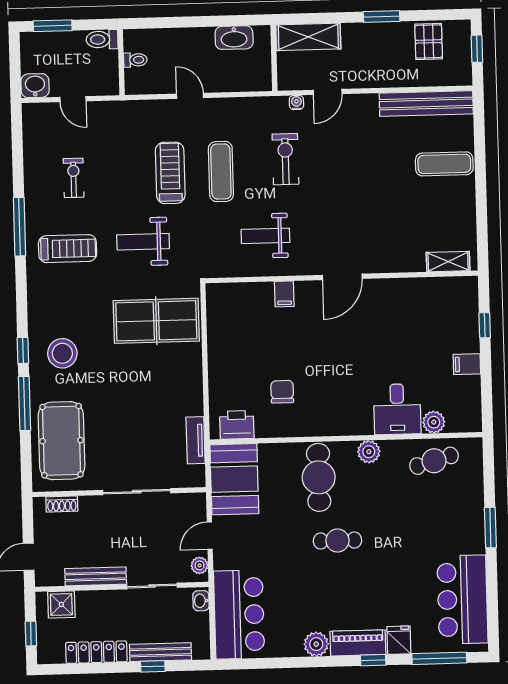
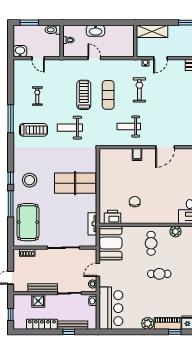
washbasin: (234, 38) -> (96, 31), moved
table tennis table: (156, 321) -> (75, 183), moved
cafe table: (319, 477) -> (151, 243), width x0.73, depth x0.74
shower: (61, 604) -> (38, 301), moved

